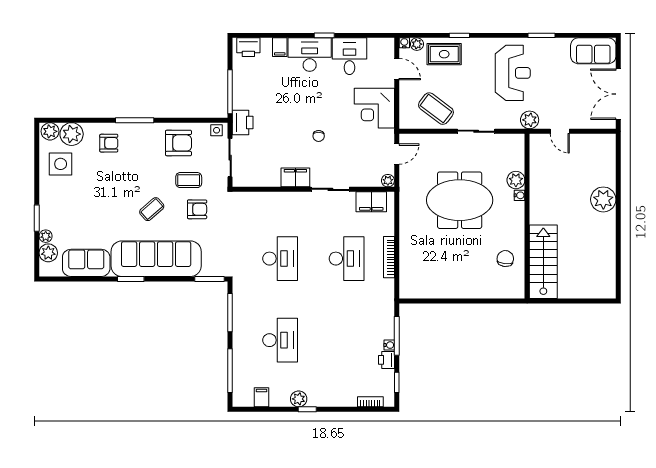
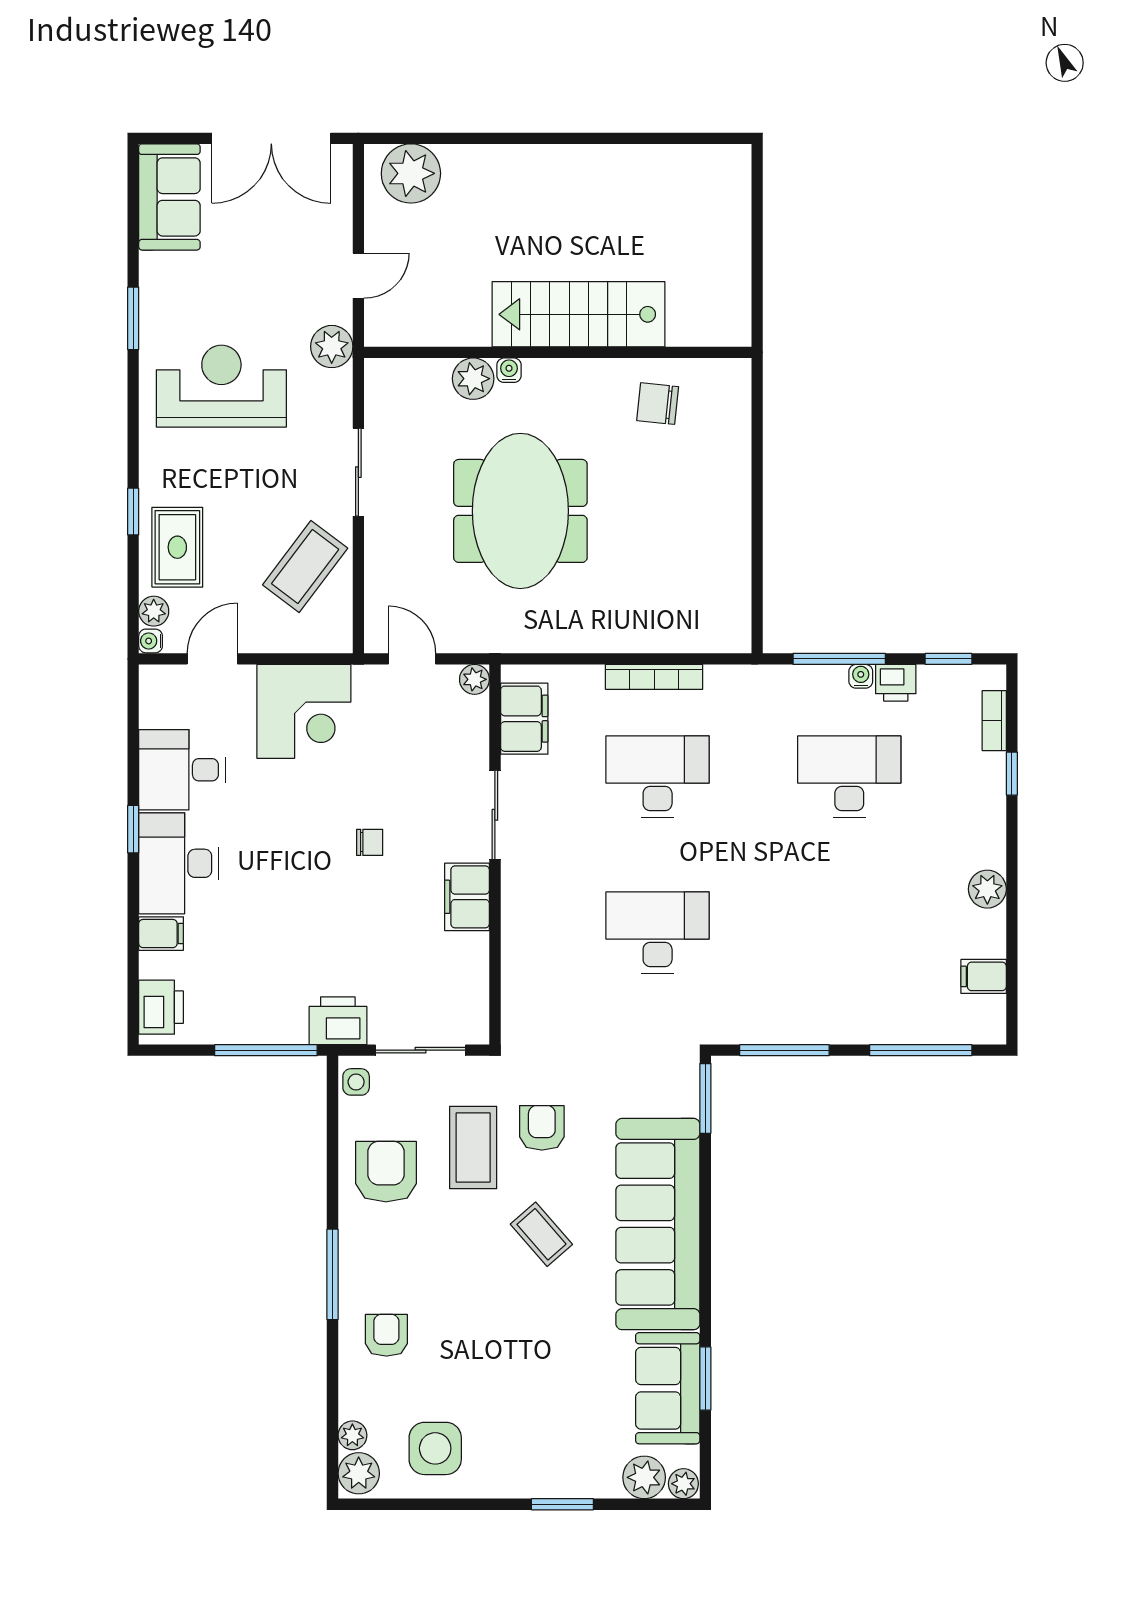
plant: (72, 134) -> (352, 1435), width x0.53, depth x0.53
coffee table: (189, 180) -> (473, 1147), width x1.36, depth x1.30
plant: (603, 199) -> (411, 173), moved
plant: (46, 236) -> (683, 1484), moved
stairs: (543, 262) -> (578, 314), moved
window: (131, 279) -> (705, 1379), moved
desk: (280, 340) -> (849, 777), moved
window: (307, 409) -> (1012, 774), moved

